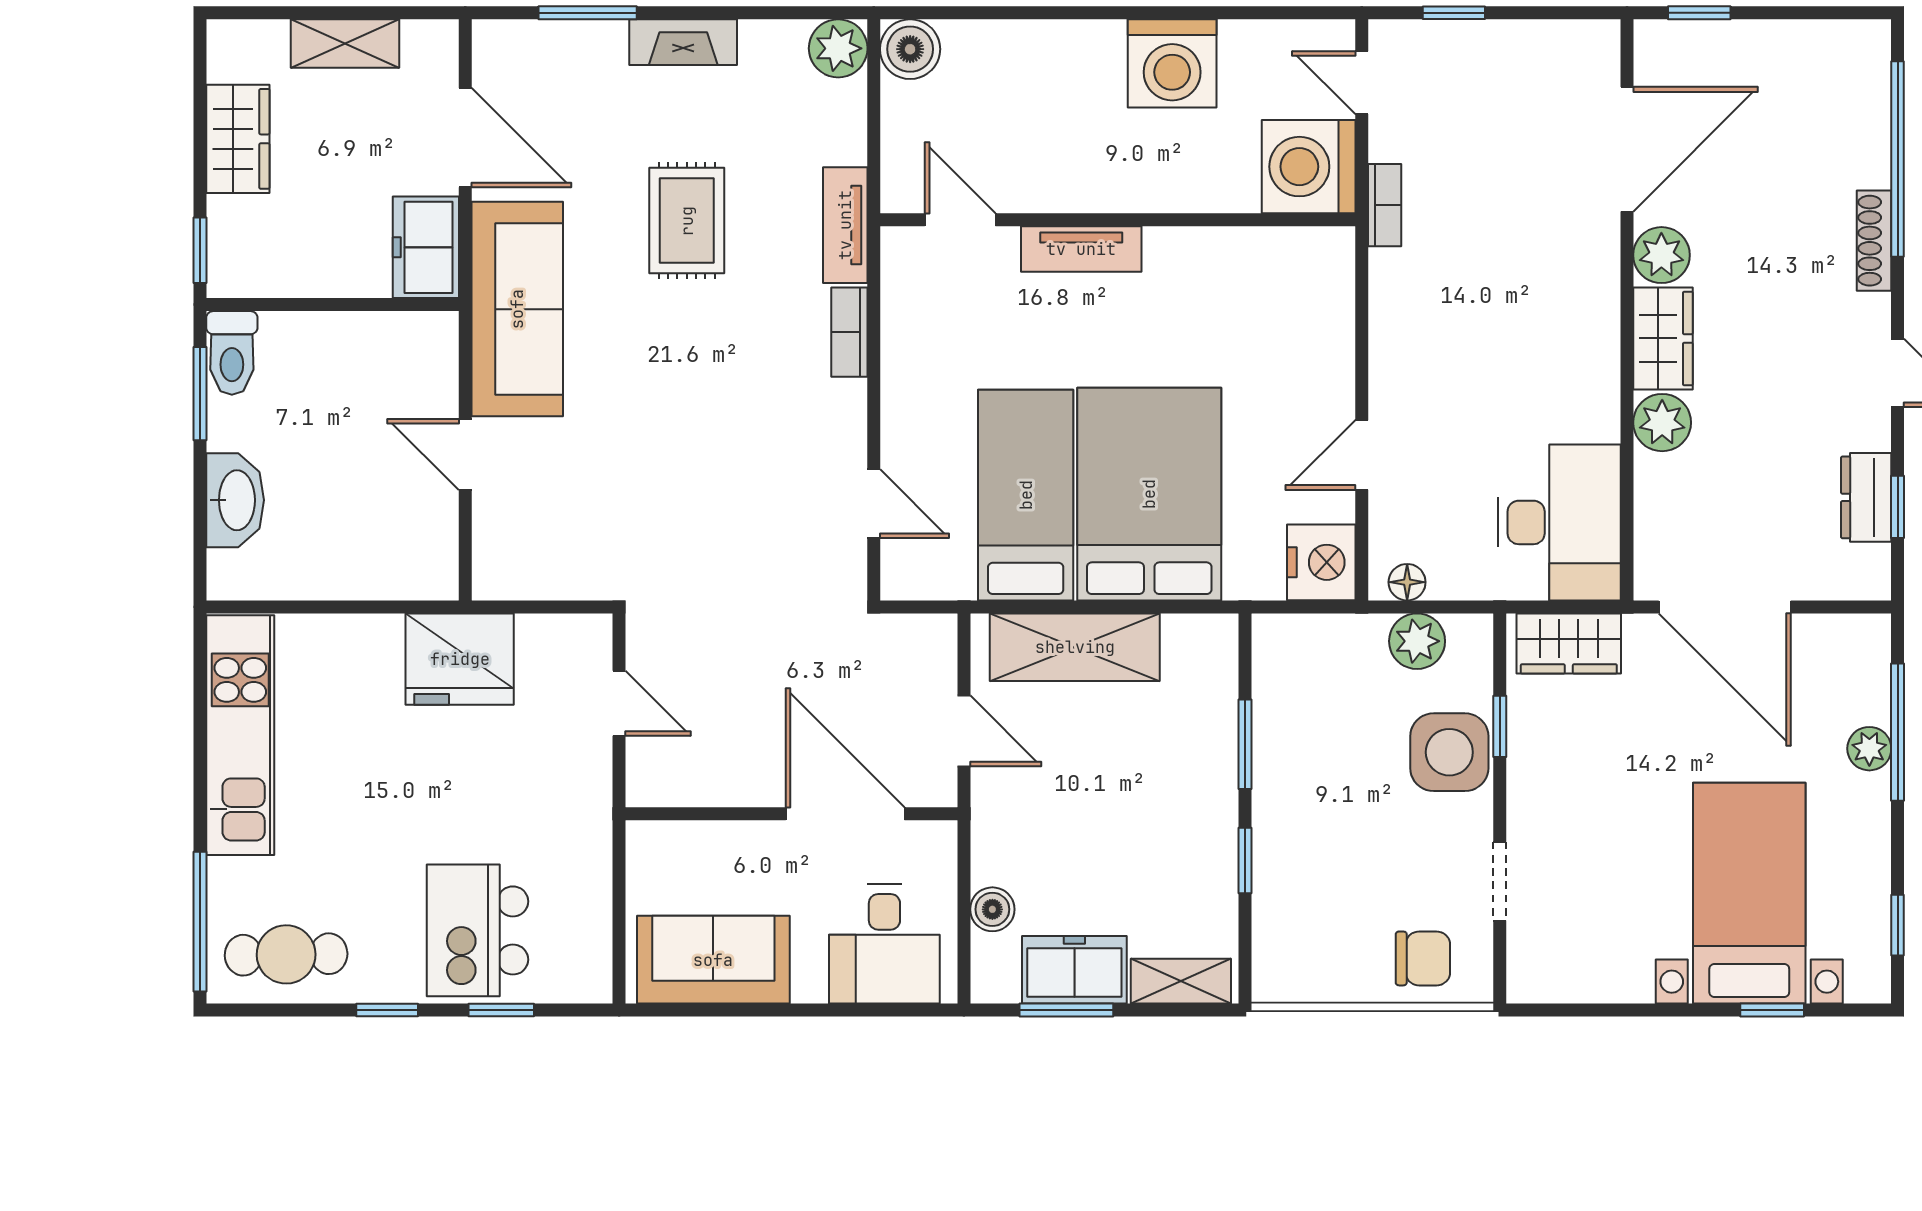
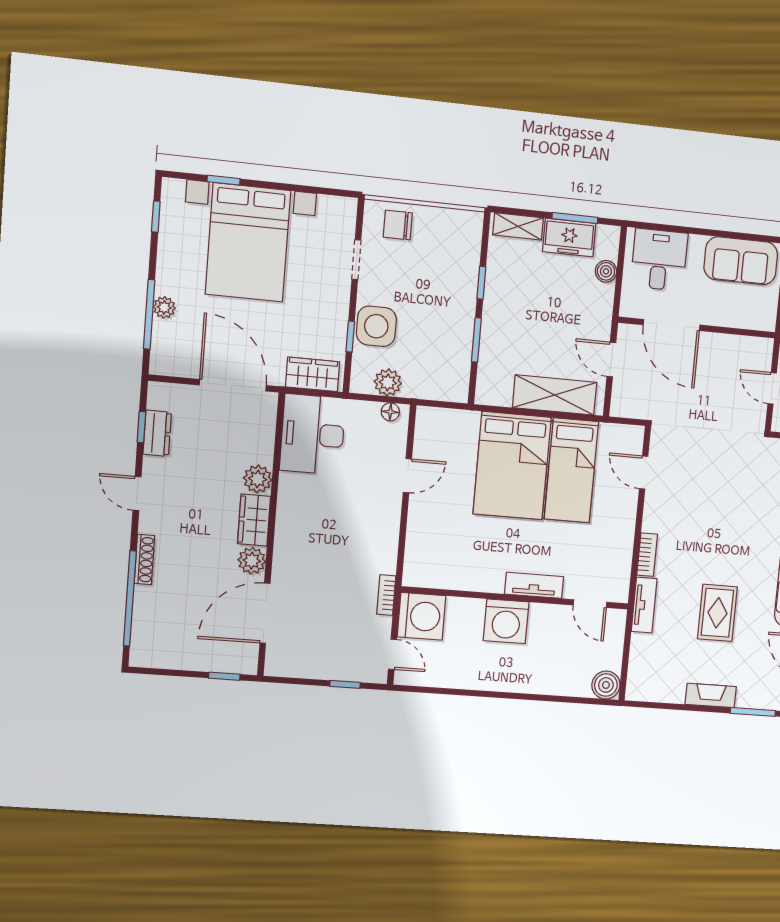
plant: (838, 48) -> (639, 688), removed
washing machine: (1172, 63) -> (506, 621), moved, turned 180
nightstand: (1321, 562) -> (432, 425), removed
bed with nightstands: (1749, 893) -> (248, 242), width x1.36

